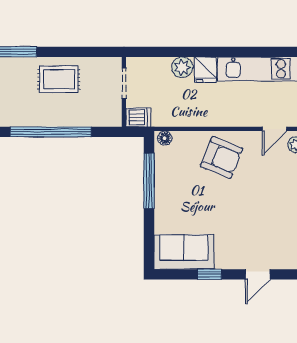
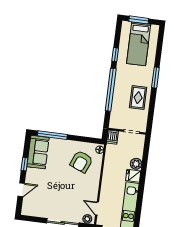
armchair: (222, 158) -> (81, 162), moved
window: (149, 181) -> (52, 135), moved
door: (258, 274) -> (21, 190), swing flipped

